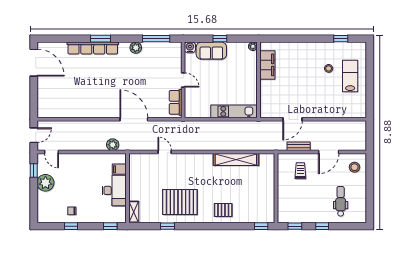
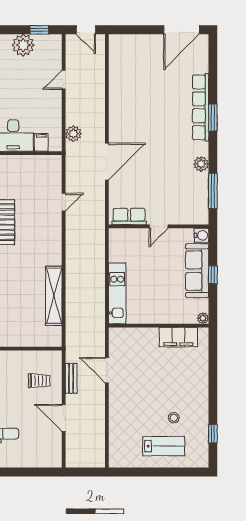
sofa: (211, 51) -> (197, 271), width x1.36
door: (52, 152) -> (64, 80), moved
stool: (354, 167) -> (44, 452), removed

